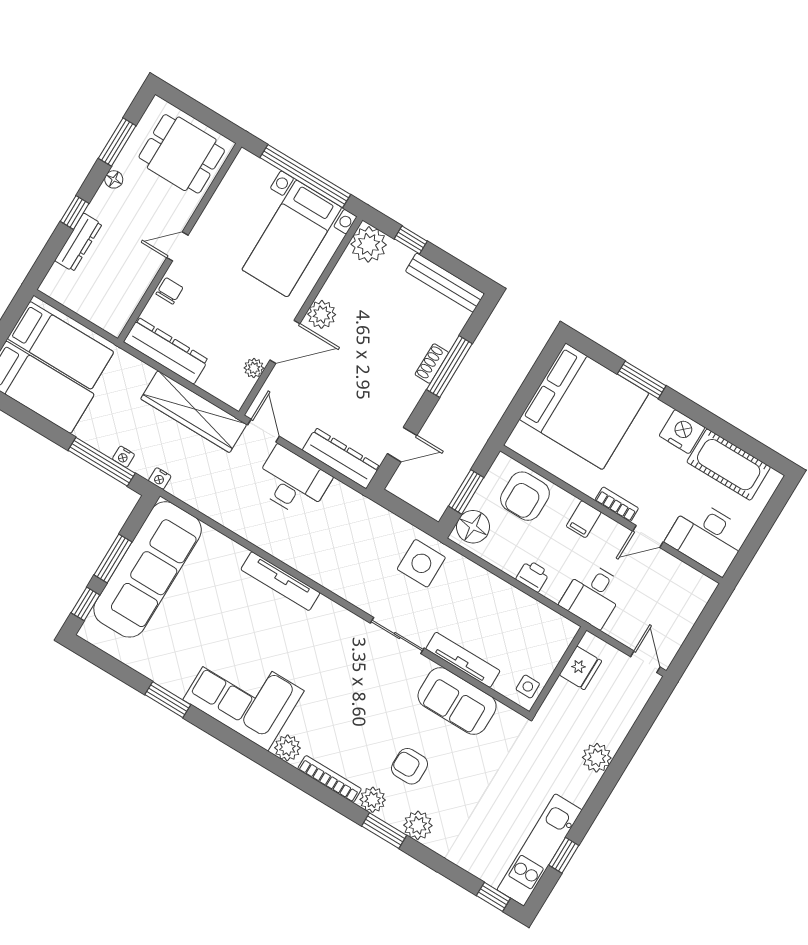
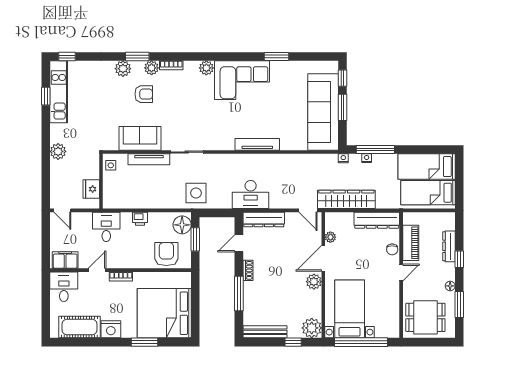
piano: (134, 284) -> (411, 243), added
shoe rack: (432, 364) -> (248, 270), moved
desk: (292, 482) -> (251, 195), moved
filing cabinet: (584, 519) -> (65, 260), moved, width x2.00
desk: (707, 537) -> (64, 287), width x0.73
bookcase: (330, 779) -> (171, 65), width x0.64

